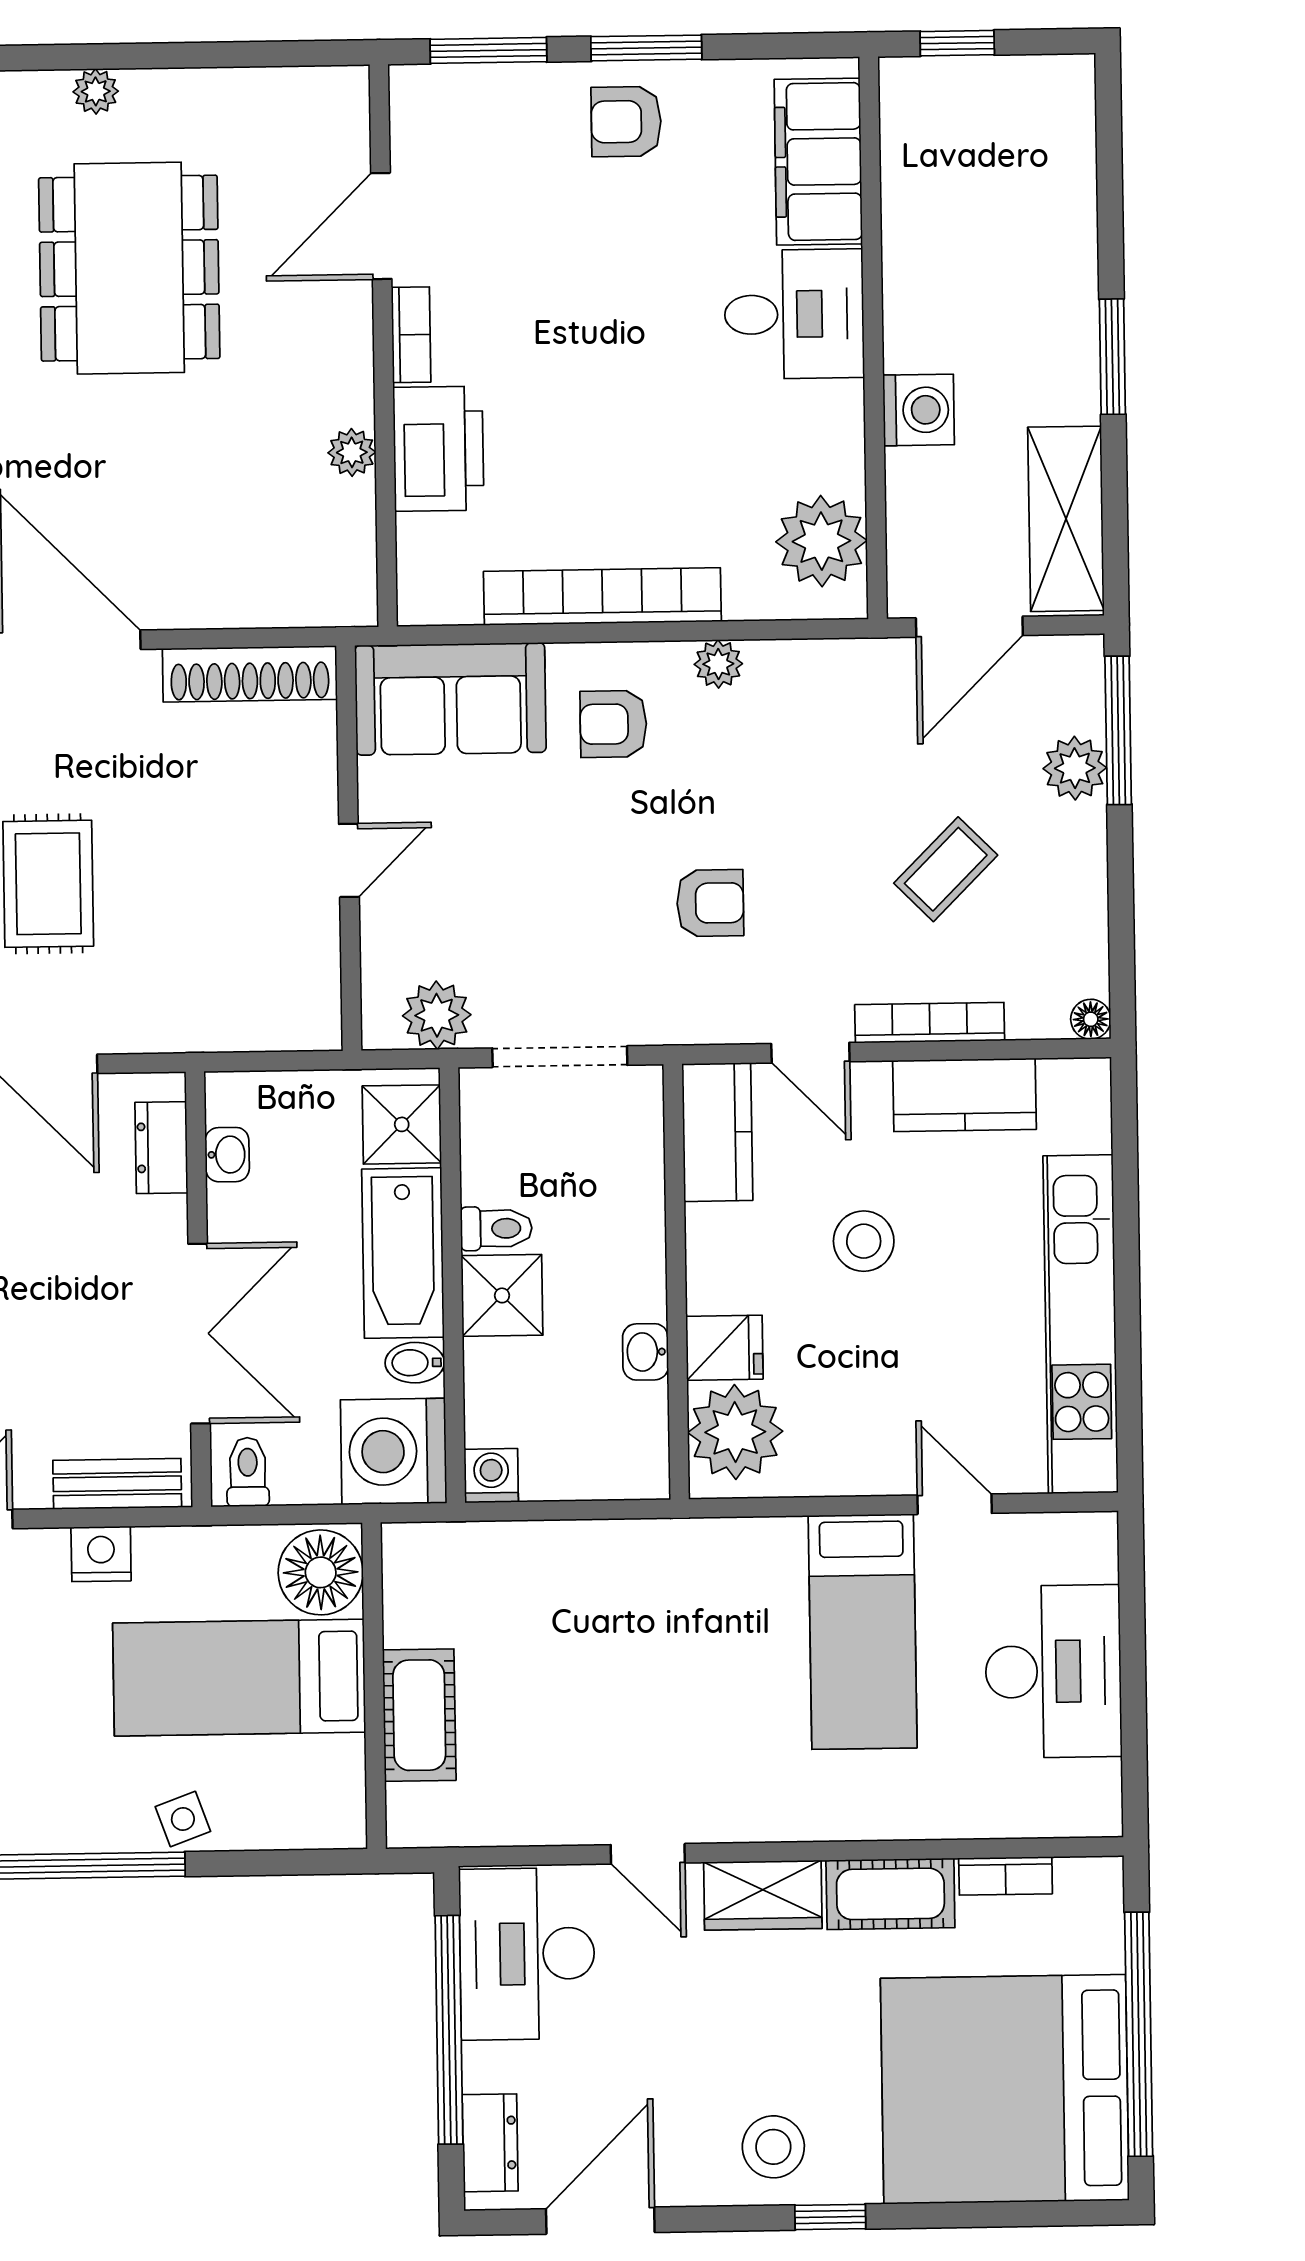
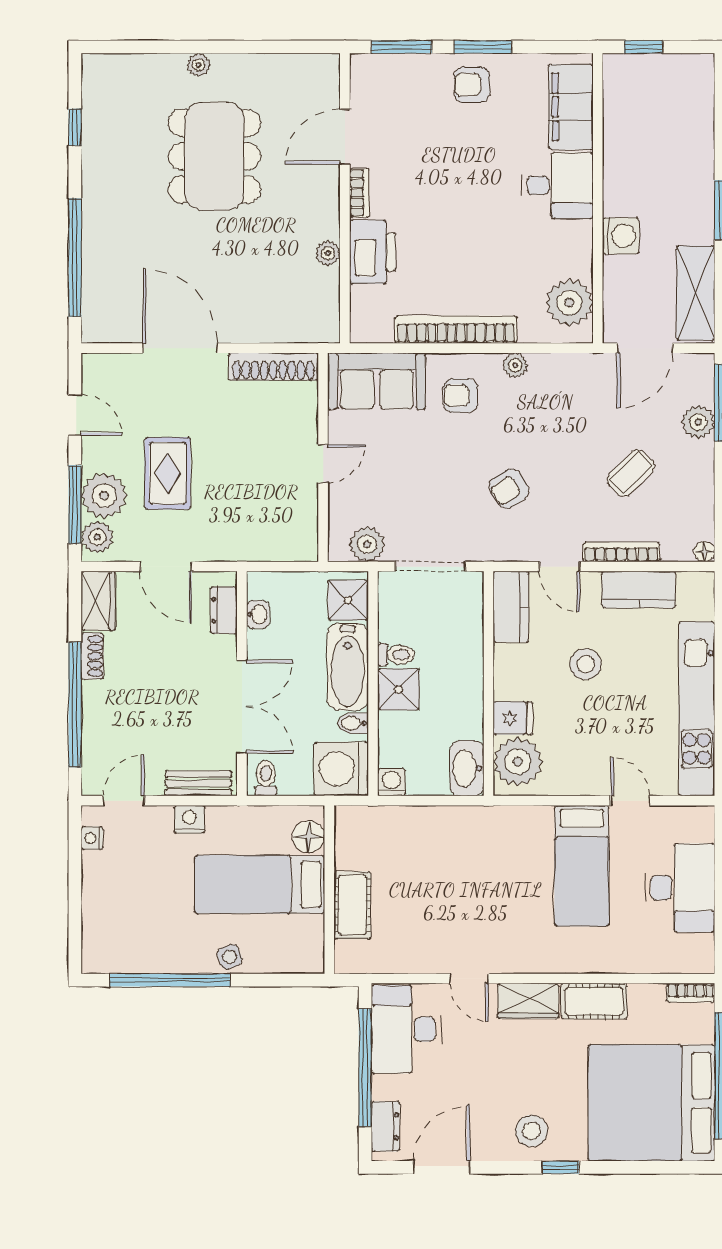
armchair: (710, 903) -> (509, 489), turned 147
washbasin: (645, 1352) -> (467, 768), moved, width x1.91, depth x1.45
floor lamp: (321, 1572) -> (309, 837), width x0.73, depth x0.73
bookcase: (1006, 1876) -> (691, 993), moved

